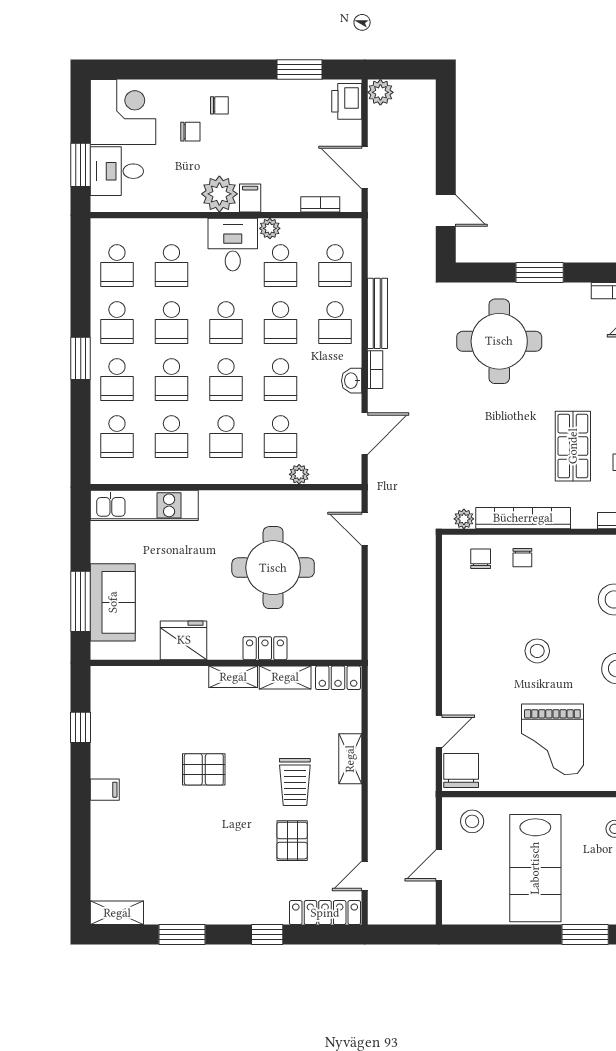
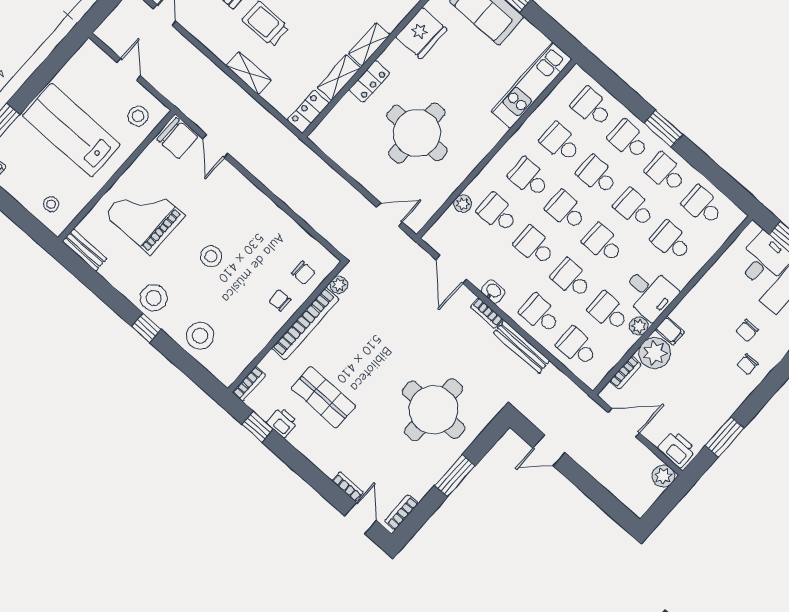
plant: (219, 194) -> (655, 353), moved

